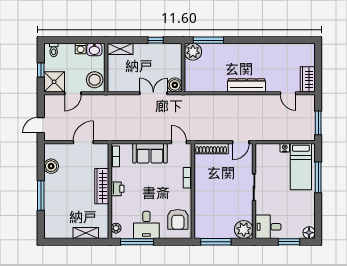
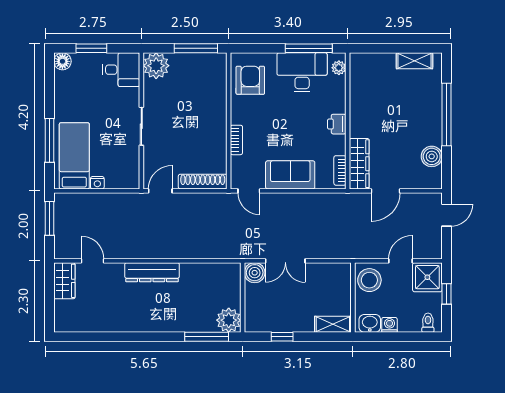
wardrobe: (102, 186) -> (359, 164), moved
window: (41, 195) -> (446, 114), width x1.46
desk: (146, 225) -> (302, 72), width x1.37
shelving: (86, 233) -> (414, 61), moved

